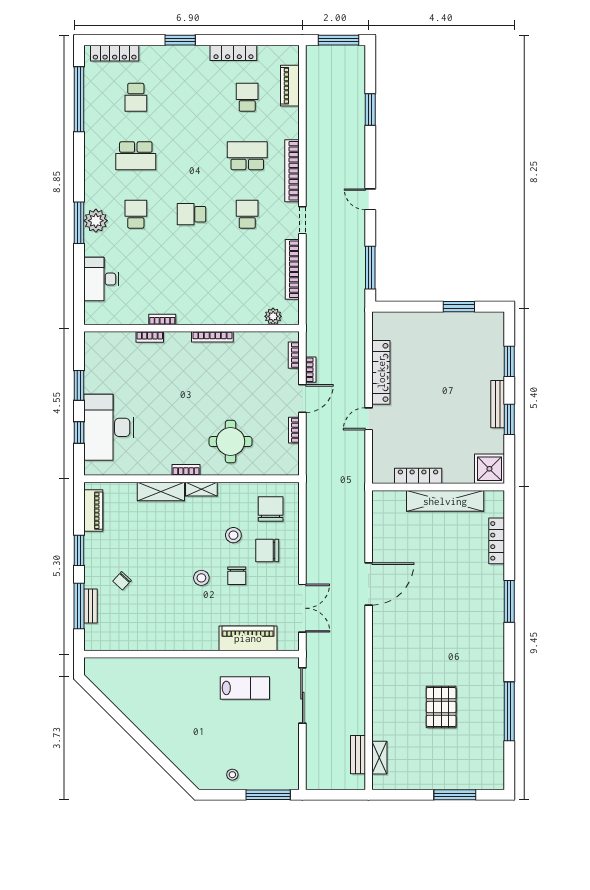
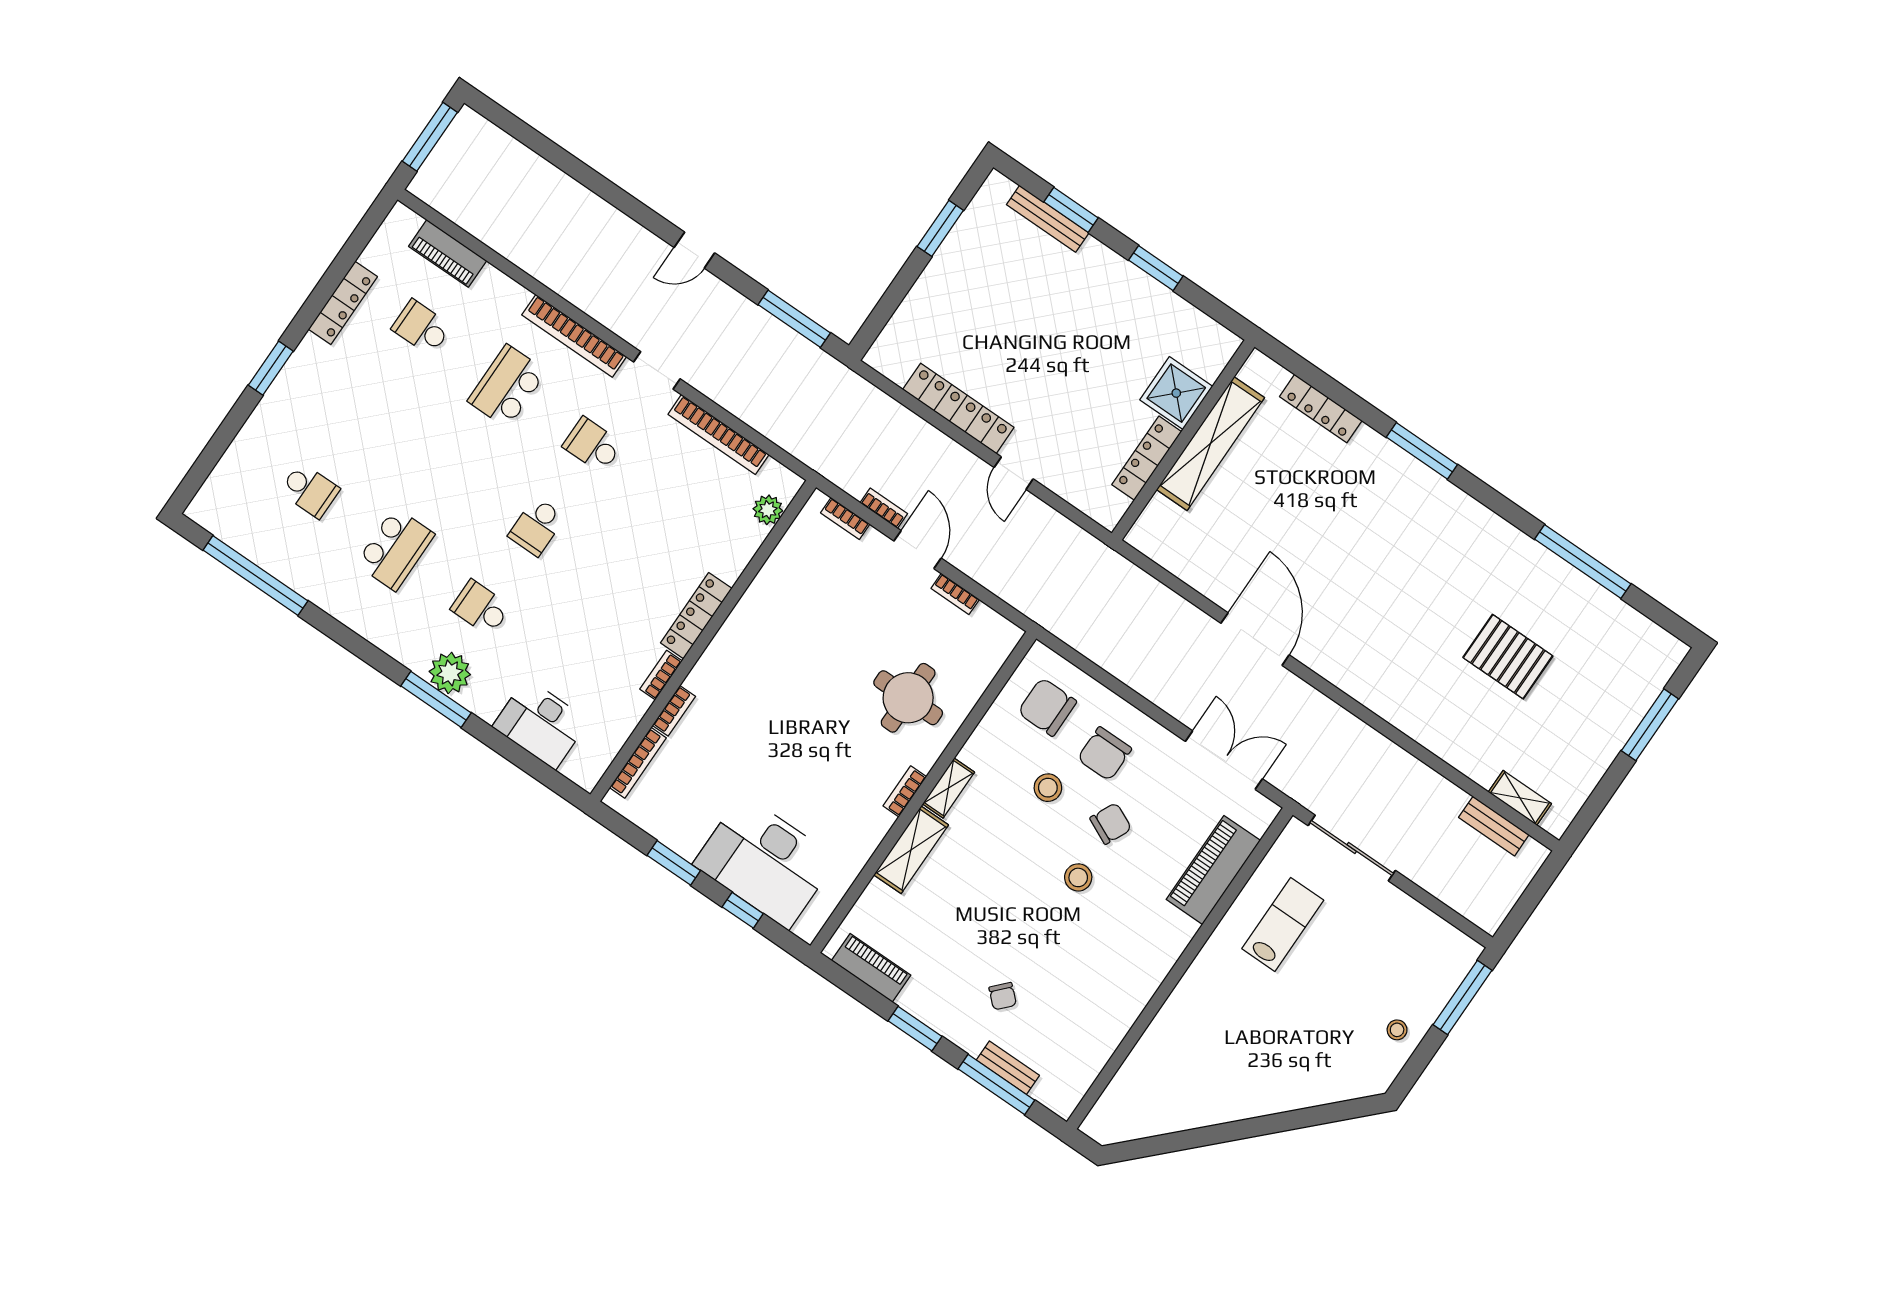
locker: (115, 53) -> (696, 616), moved, turned 180
window: (370, 110) -> (563, 160), removed
bookcase: (212, 337) -> (638, 763), moved
bench: (498, 404) -> (1048, 219), moved
shower: (489, 469) -> (1176, 393), moved
chair: (237, 576) -> (1111, 824), turned -65

